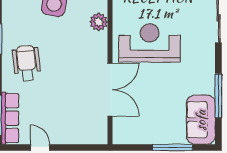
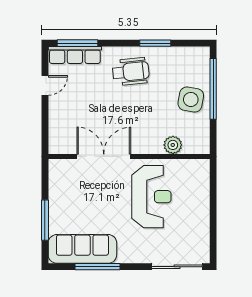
double door: (110, 90) -> (104, 156), swing flipped
sofa: (201, 120) -> (82, 249), width x1.36

